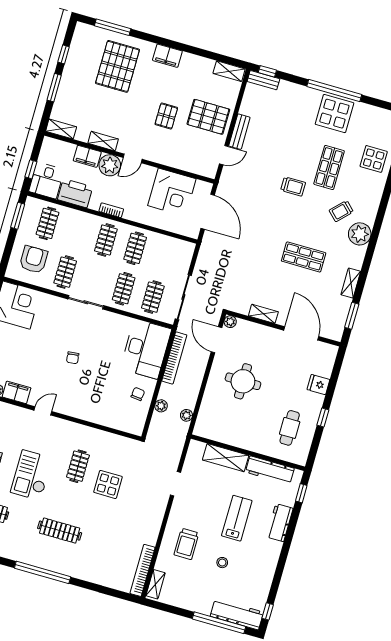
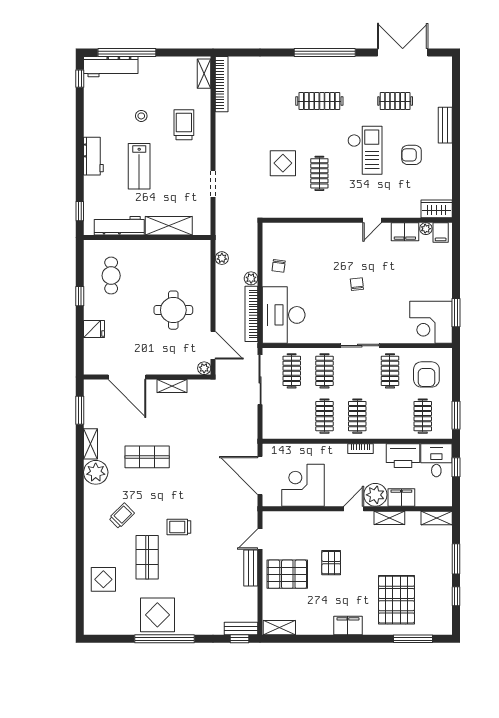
plant: (360, 234) -> (96, 472), moved
plant: (161, 406) -> (251, 278), moved
workbench: (280, 523) -> (93, 156), moved

